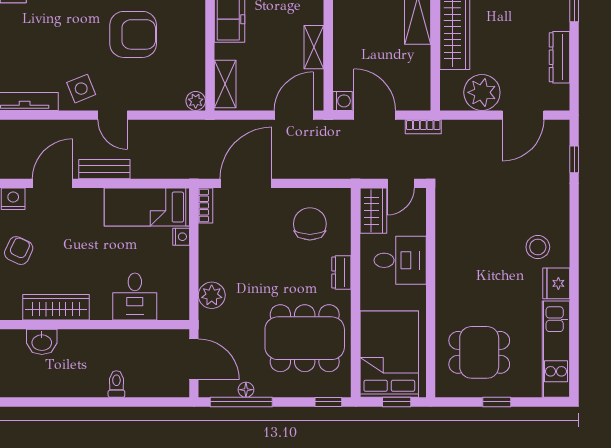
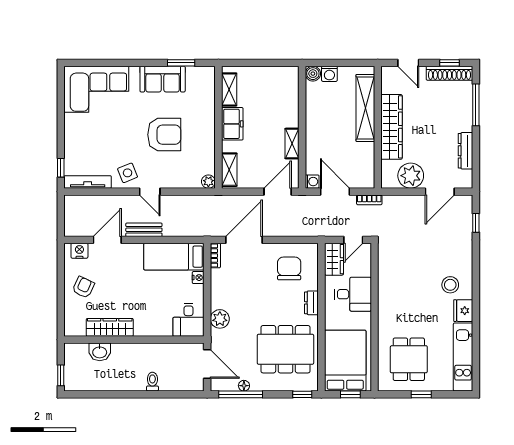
desk: (135, 296) -> (189, 320), moved
dining table: (479, 352) -> (409, 359), turned 90

